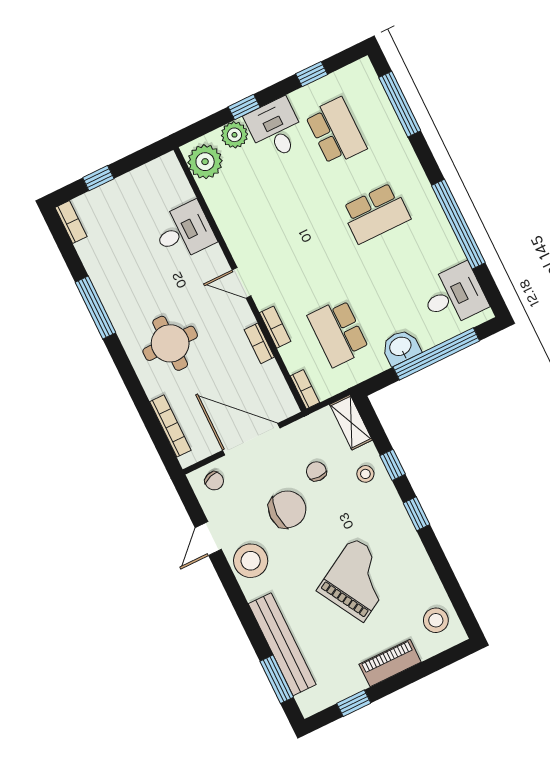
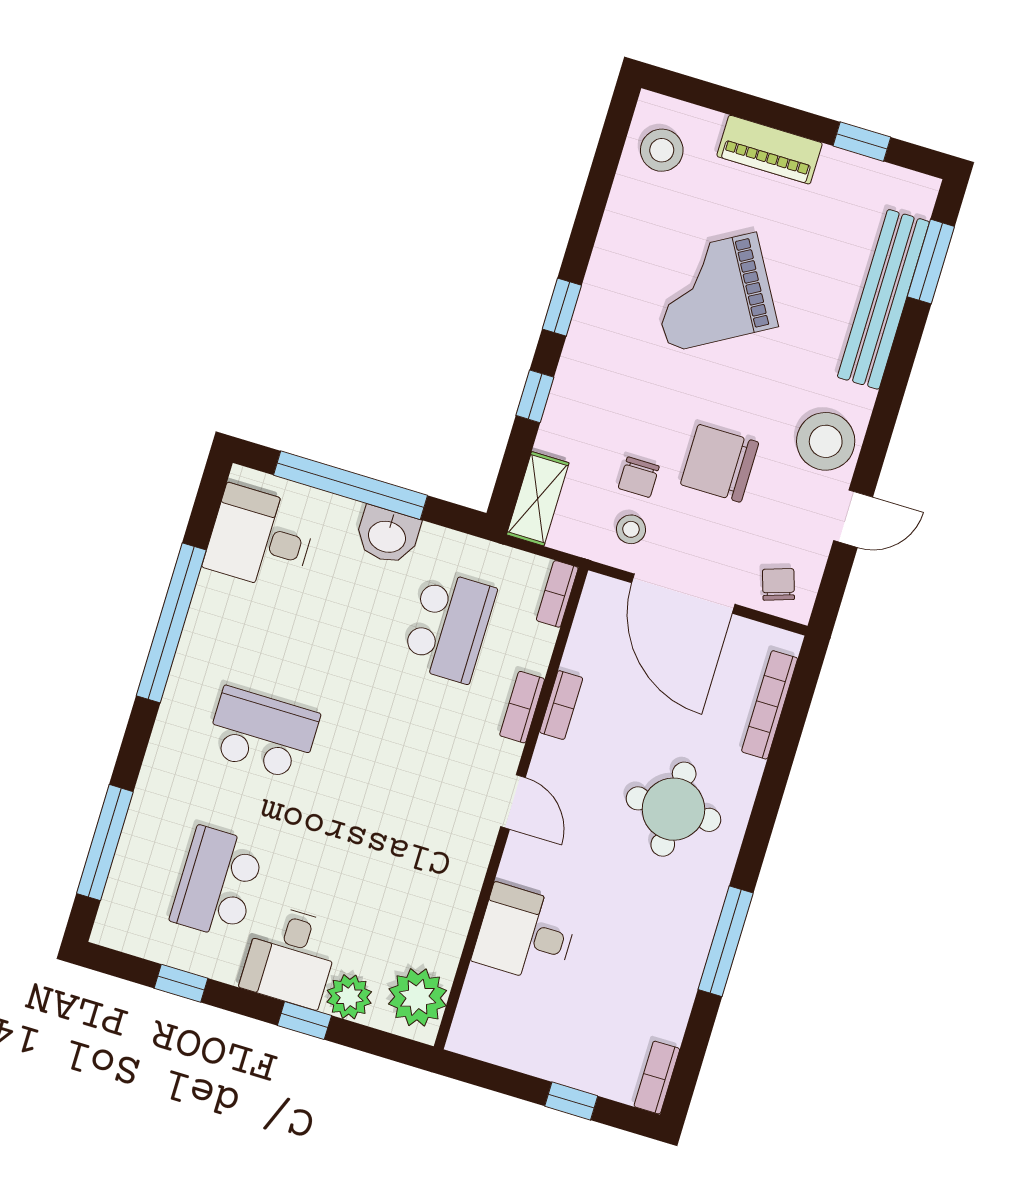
stool: (365, 474) -> (631, 529), moved

